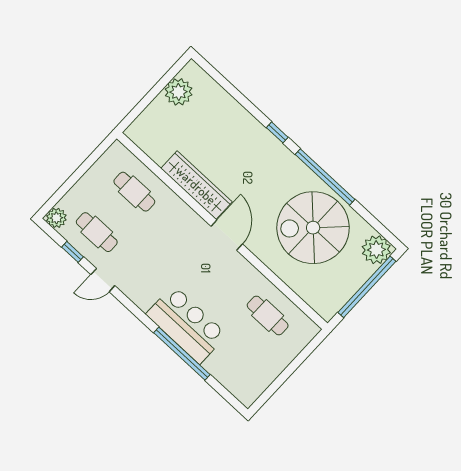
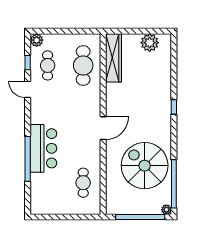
window: (325, 177) -> (174, 184), moved
wardrobe: (196, 185) -> (114, 58), moved
cafe table: (134, 192) -> (83, 65), width x1.37, depth x1.35
plant: (376, 250) -> (166, 210), width x0.53, depth x0.53

